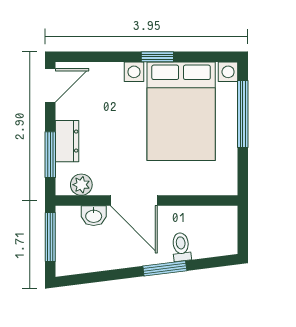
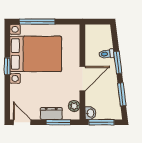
washbasin: (94, 216) -> (90, 113), moved
window: (104, 276) -> (122, 94), added

